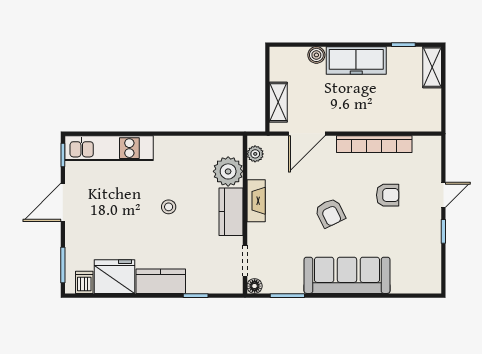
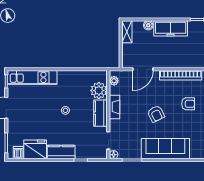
shelving: (278, 102) -> (127, 32), moved

